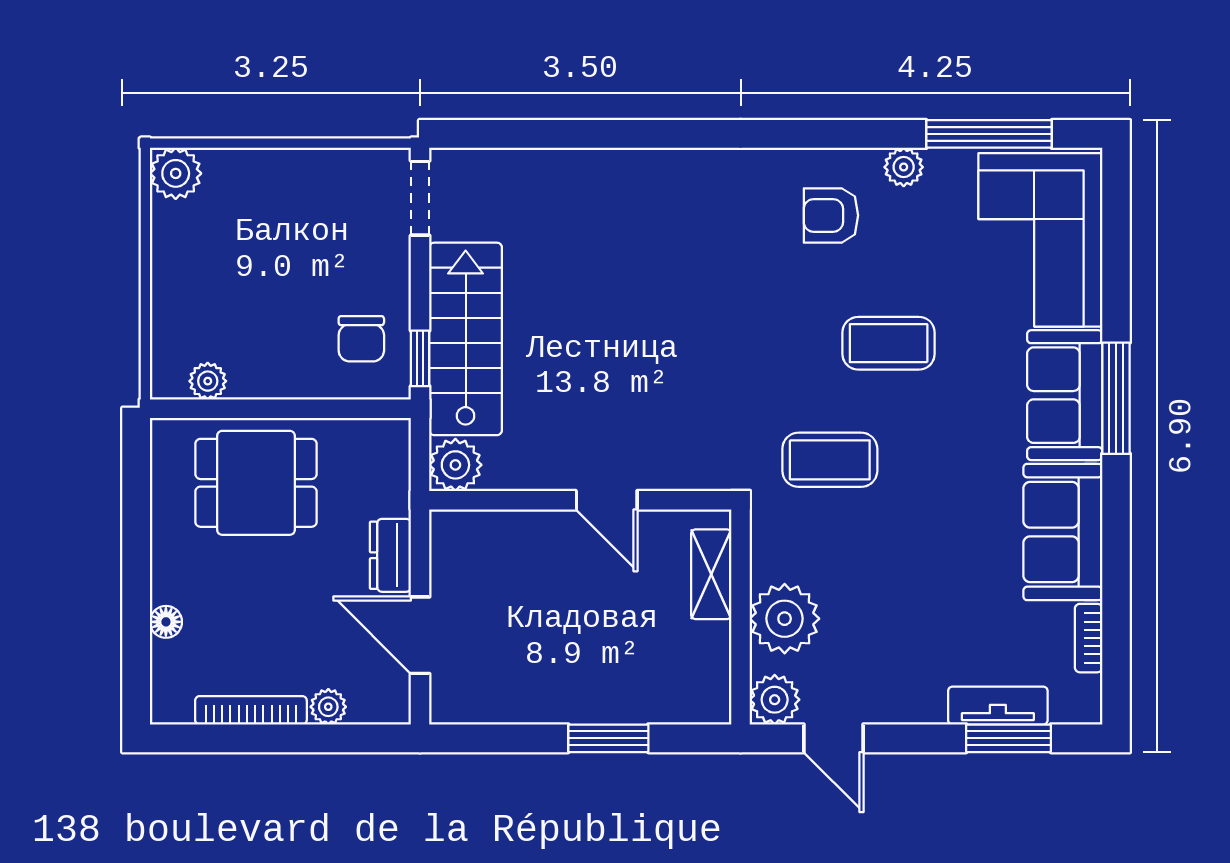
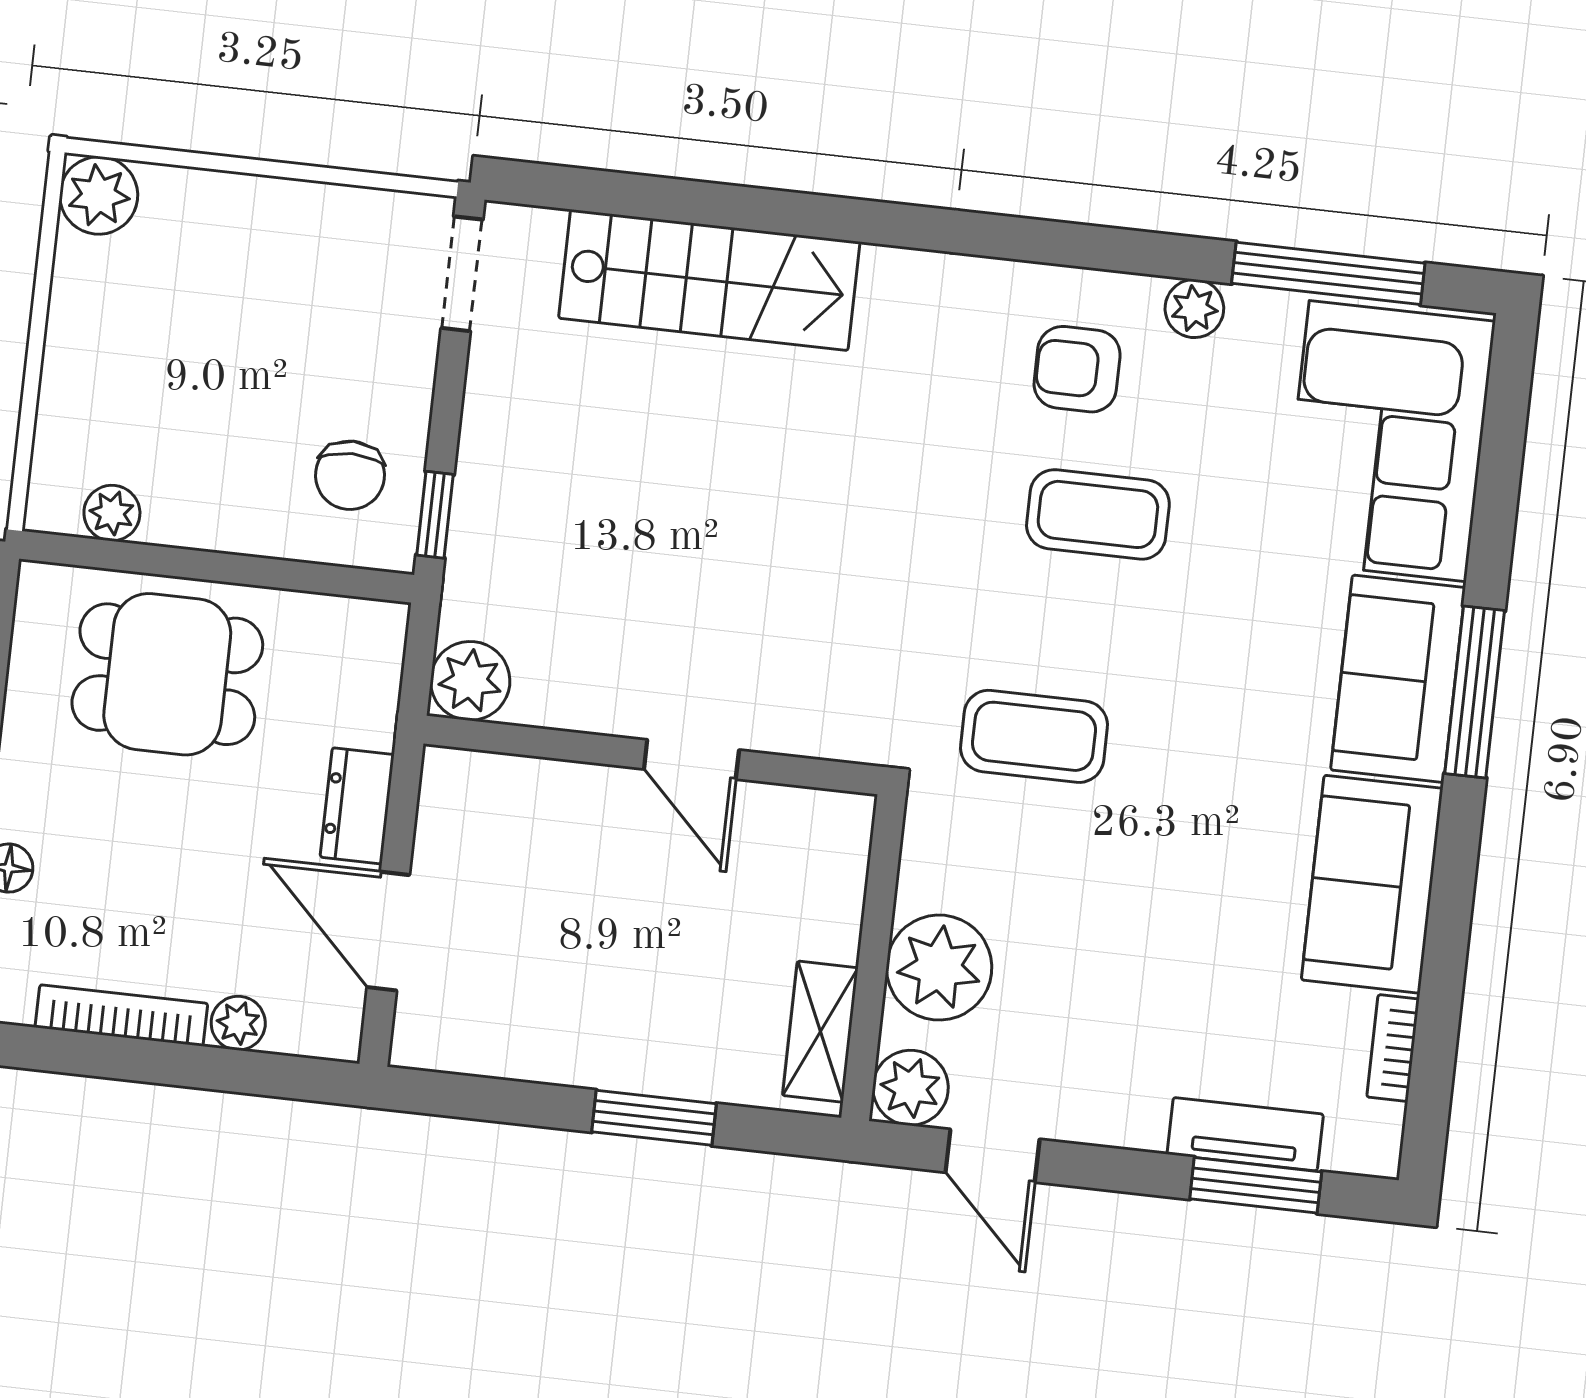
stairs: (466, 339) -> (709, 280), moved, turned 90
coffee table: (889, 343) -> (1098, 514), moved
shelving: (711, 574) -> (820, 1032), moved

